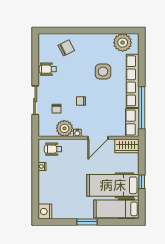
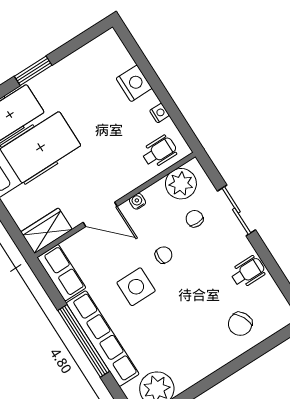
side table: (103, 72) -> (136, 287), moved
window: (142, 108) -> (84, 341), moved
plant: (64, 128) -> (181, 184), moved
door: (98, 138) -> (100, 214), swing flipped
nightstand: (45, 212) -> (134, 83), moved

